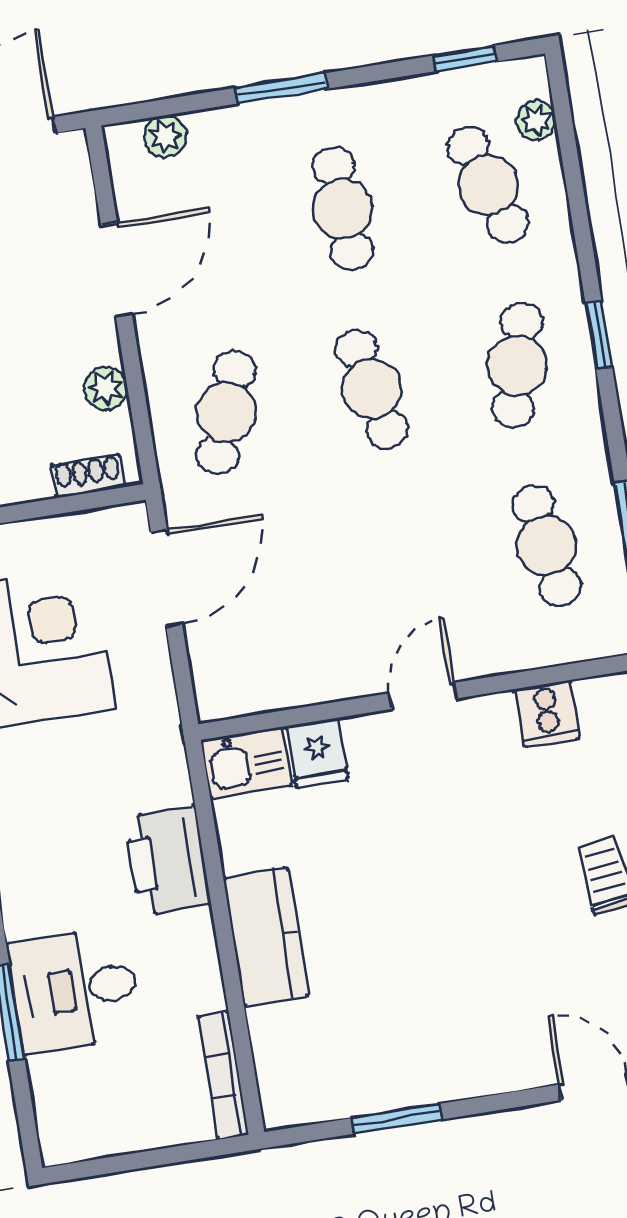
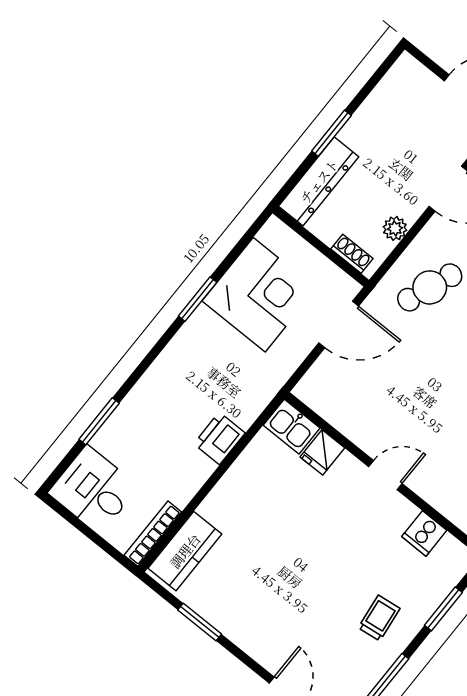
printer: (168, 860) -> (219, 438), width x0.73, depth x0.84
kitchen counter: (266, 937) -> (185, 551), moved
desk: (75, 990) -> (93, 490), moved

